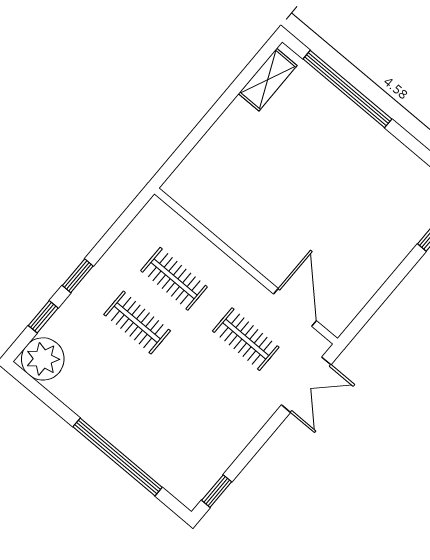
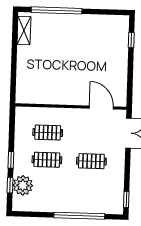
clothes rail: (246, 339) -> (91, 161), moved
plant: (43, 359) -> (23, 185), moved

